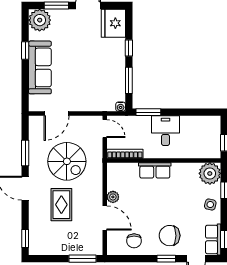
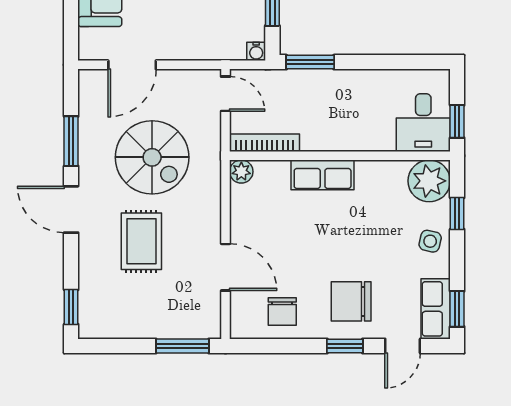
desk: (166, 131) -> (423, 123), moved, turned 180
plant: (113, 197) -> (241, 172), moved

